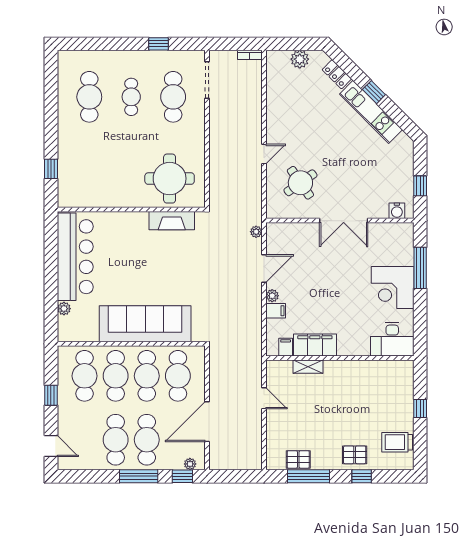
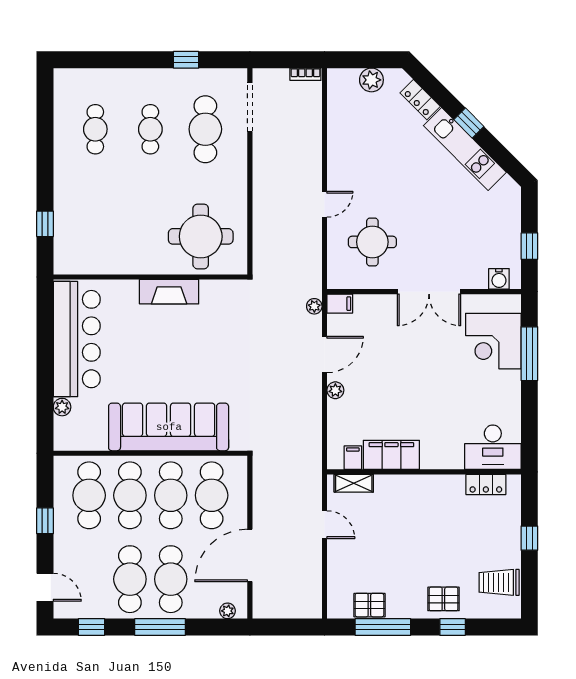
cafe table: (89, 97) -> (95, 129), width x0.73, depth x0.74
round table: (300, 183) -> (372, 242), turned 35
fireplace: (172, 221) -> (169, 292), moved
corner desk: (393, 287) -> (493, 341), moved
filing cabinet: (276, 311) -> (340, 304), moved
shelving: (308, 367) -> (354, 483), moved
locker: (387, 368) -> (486, 484), added
window: (182, 476) -> (92, 627), moved

